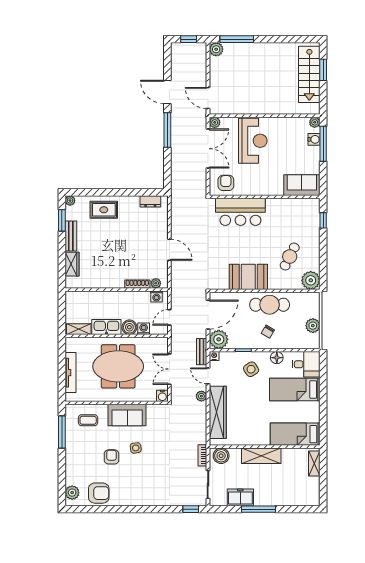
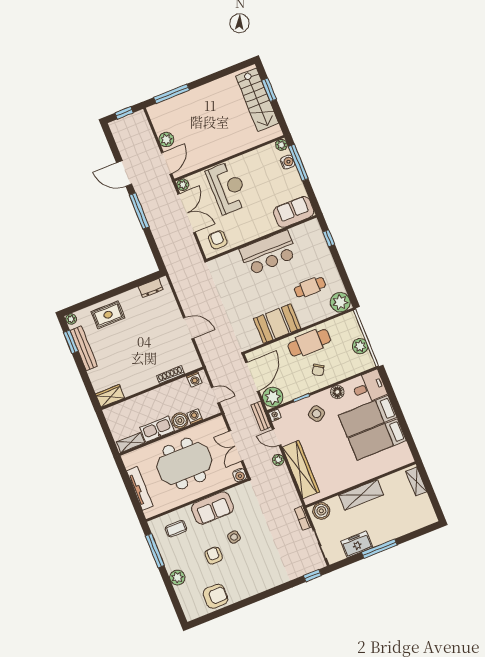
plant: (216, 49) -> (166, 140), moved
door: (208, 98) -> (167, 163), swing flipped
bar counter: (240, 212) -> (268, 253), moved
bench: (71, 236) -> (84, 348), width x1.36
cafe table: (290, 256) -> (310, 287), turned 63
wardrobe: (72, 264) -> (110, 396), moved, turned -90
plant: (156, 283) -> (188, 367), removed
door: (169, 317) -> (215, 395), swing flipped
bed: (295, 434) -> (377, 439), moved
plant: (72, 493) -> (177, 577), moved

